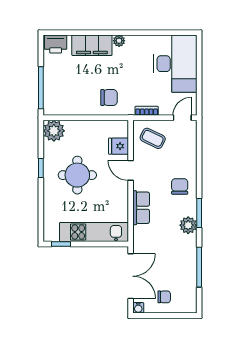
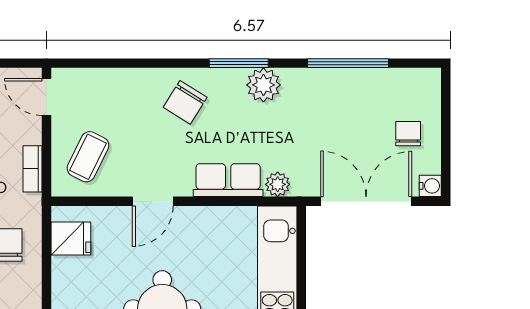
fridge: (119, 146) -> (71, 239), moved, turned -90
chair: (180, 186) -> (185, 102), turned -58
plant: (139, 232) -> (278, 184), added

